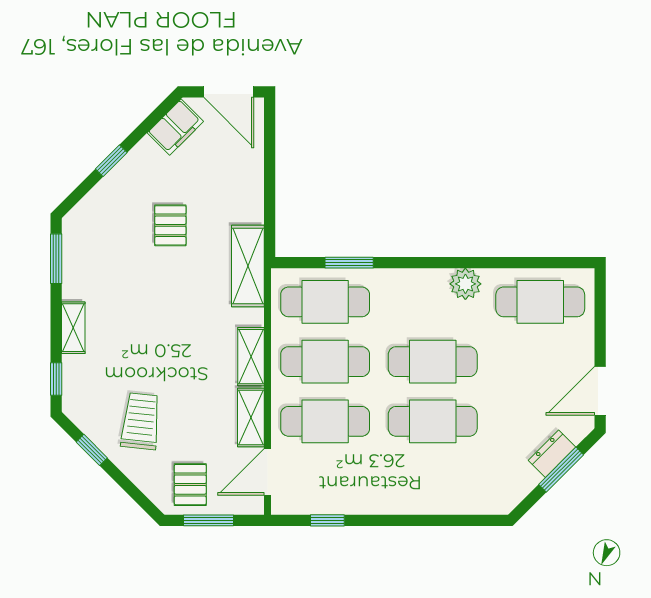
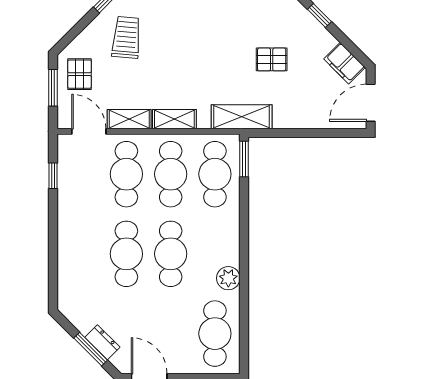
window: (349, 263) -> (244, 159), moved
trolley: (141, 421) -> (126, 37), turned -91
pallet: (190, 485) -> (80, 74), turned 90

